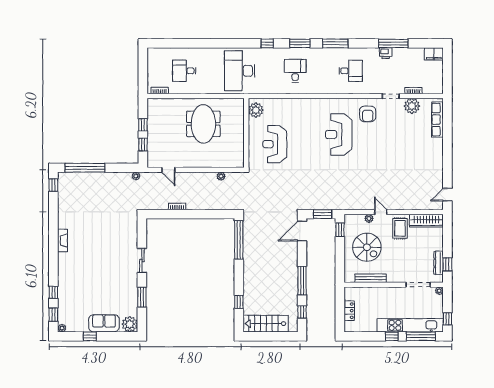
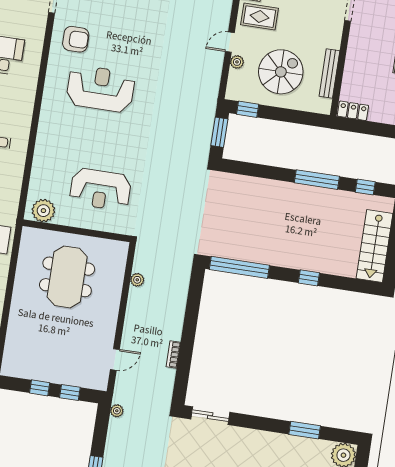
meeting table: (203, 124) -> (67, 277), moved, turned 90
reception desk: (339, 134) -> (101, 89), turned 180
door: (302, 231) -> (241, 168), removed
sliding door: (142, 260) -> (210, 416), moved
window: (239, 302) -> (309, 278), moved
locker: (349, 311) -> (353, 111), moved

